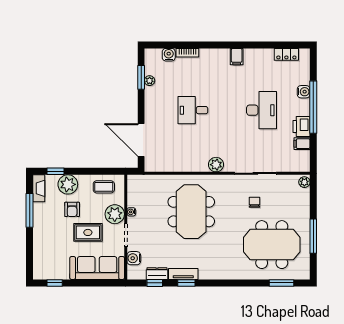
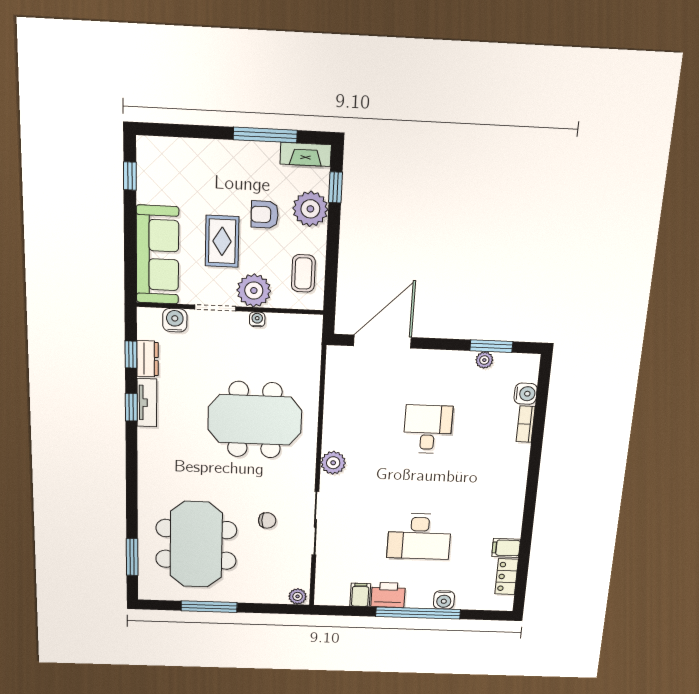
filing cabinet: (237, 57) -> (506, 548), moved

